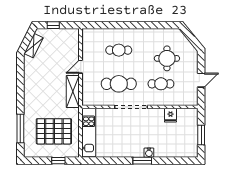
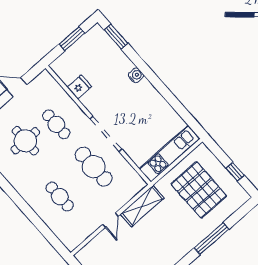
door: (81, 67) -> (110, 220), hinge flipped
window: (20, 128) -> (212, 239), moved
window: (58, 161) -> (235, 172), moved
window: (142, 161) -> (116, 37), moved

